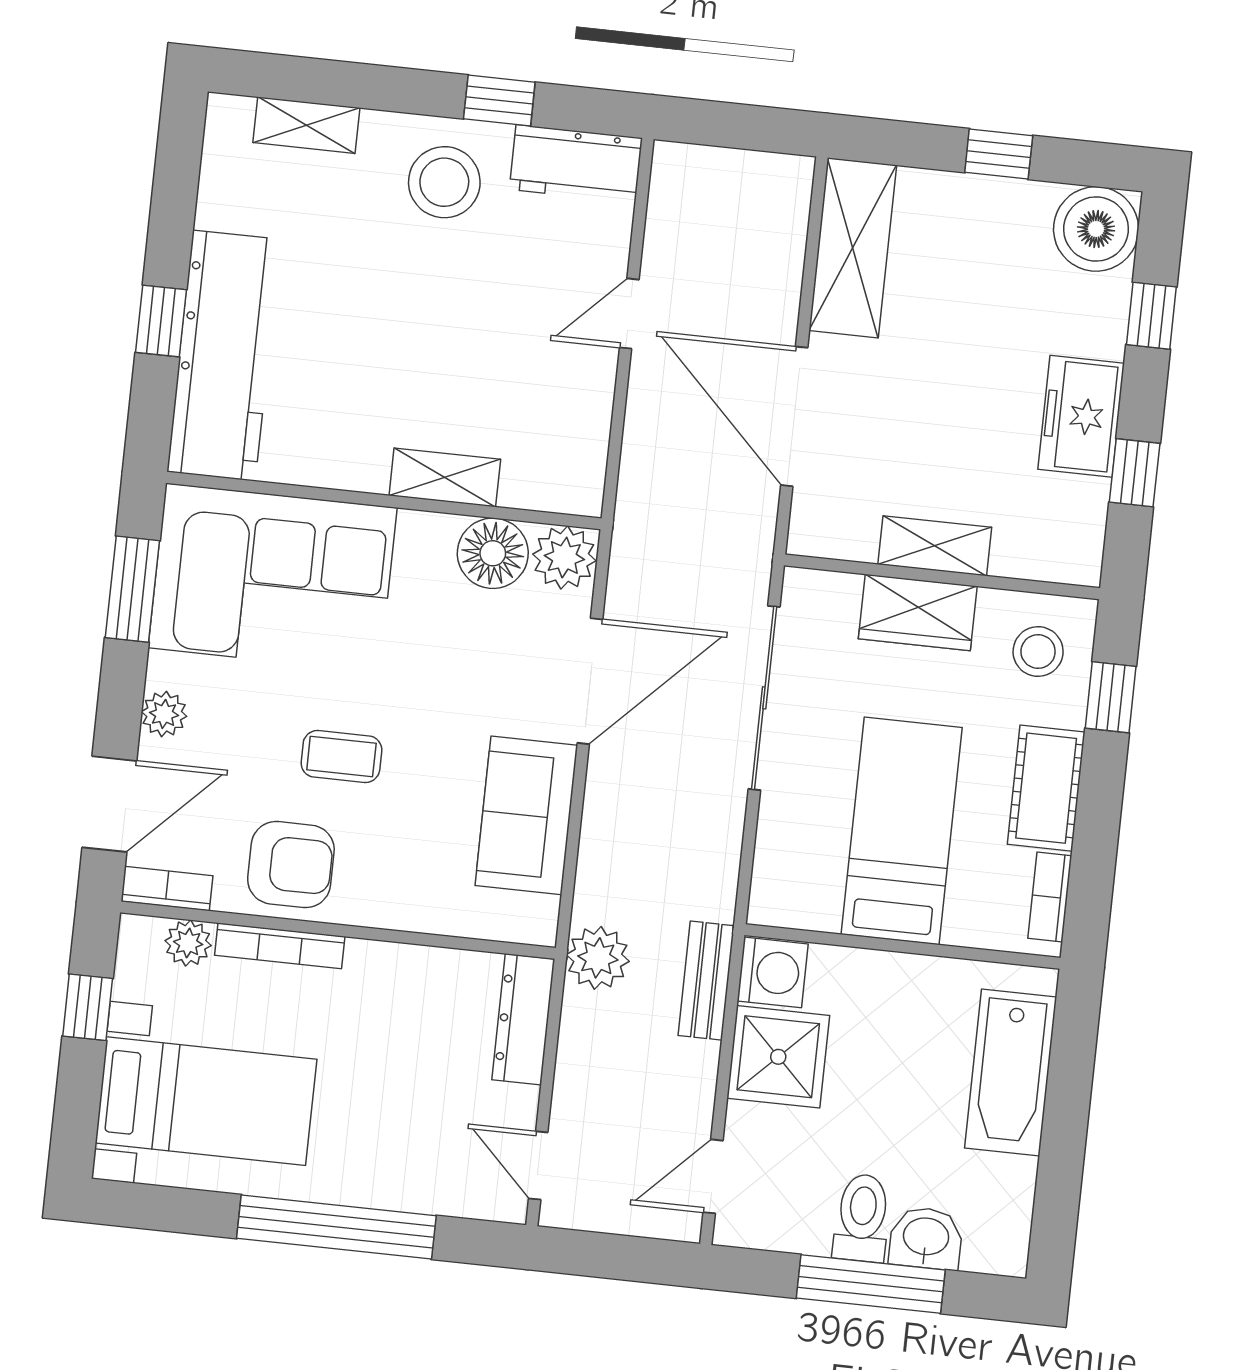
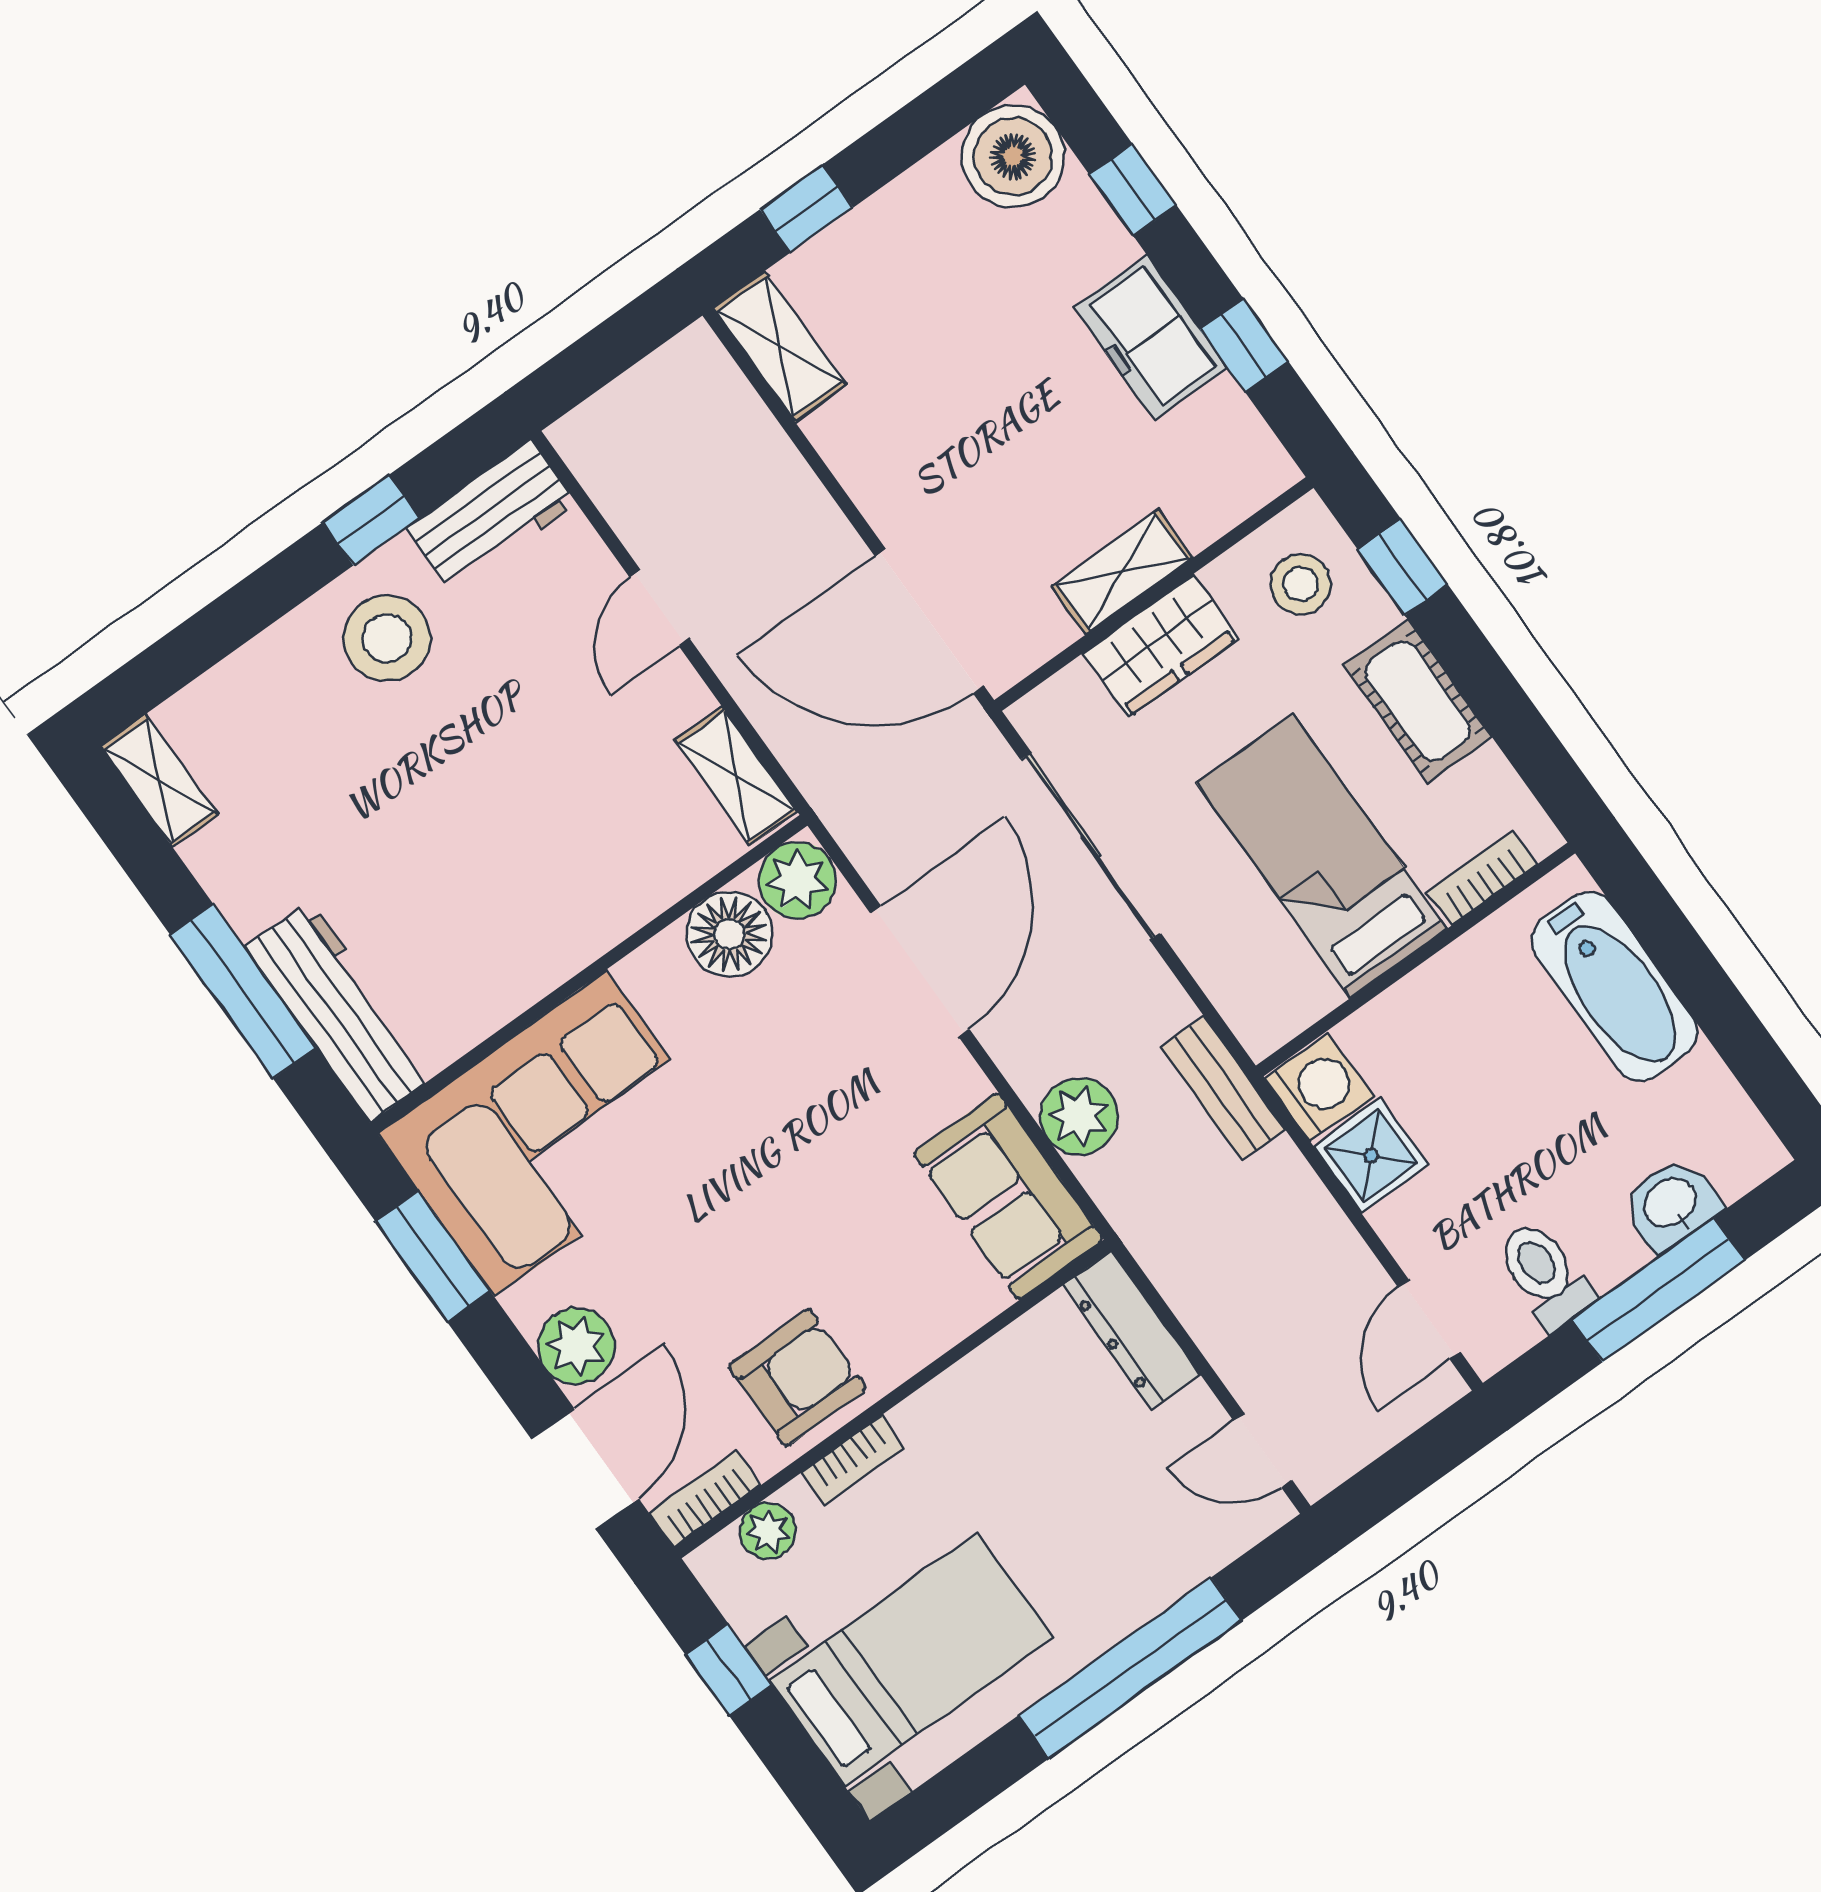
shelving: (306, 125) -> (159, 781), moved, turned 90
window: (999, 154) -> (807, 208), moved
shelving: (853, 248) -> (780, 346), width x0.67, depth x0.75
window: (161, 321) -> (243, 991), width x2.17
workbench: (224, 356) -> (340, 1011), width x0.73, depth x0.76
door: (794, 416) -> (929, 621), moved
shelving: (445, 477) -> (736, 776), moved, turned 90
plant: (164, 714) -> (576, 1346), width x1.38, depth x1.38
coffee table: (341, 756) -> (756, 1239), removed
sofa: (526, 815) -> (1008, 1196), moved
bookcase: (1050, 897) -> (1482, 878), moved, turned 90
bookcase: (280, 946) -> (853, 1460), width x0.64
plant: (598, 958) -> (1079, 1116), moved
bench: (706, 981) -> (1223, 1088), moved
shower: (778, 1057) -> (1371, 1156), width x0.73, depth x0.73
toilet: (862, 1218) -> (1545, 1274), moved

